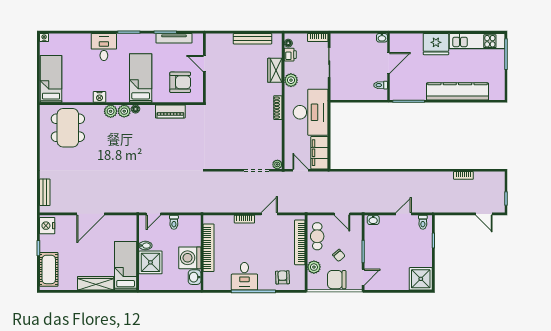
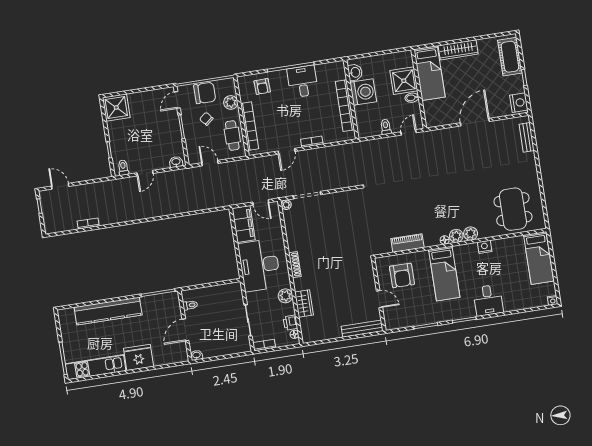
tv unit: (174, 38) -> (416, 321), removed
bench: (252, 39) -> (362, 329), moved
armchair: (180, 82) -> (402, 275), turned -90

